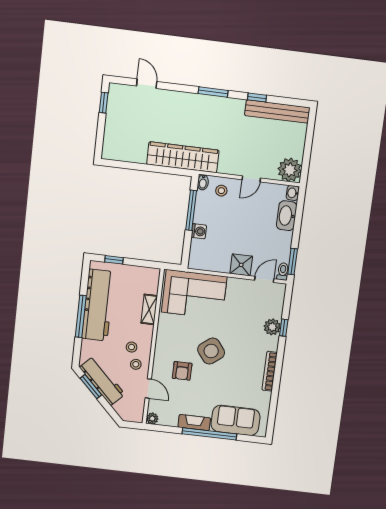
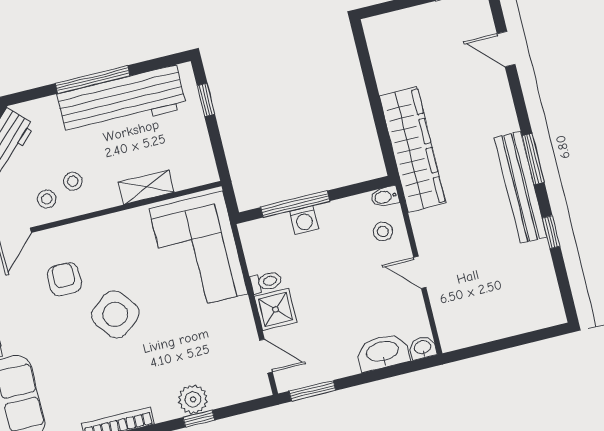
door: (147, 84) -> (506, 49), swing flipped
bench: (277, 111) -> (521, 187), moved
plant: (290, 170) -> (457, 329), removed
window: (191, 210) -> (295, 204), moved
toilet: (283, 271) -> (266, 282), moved
armchair: (182, 371) -> (64, 279), turned 90

